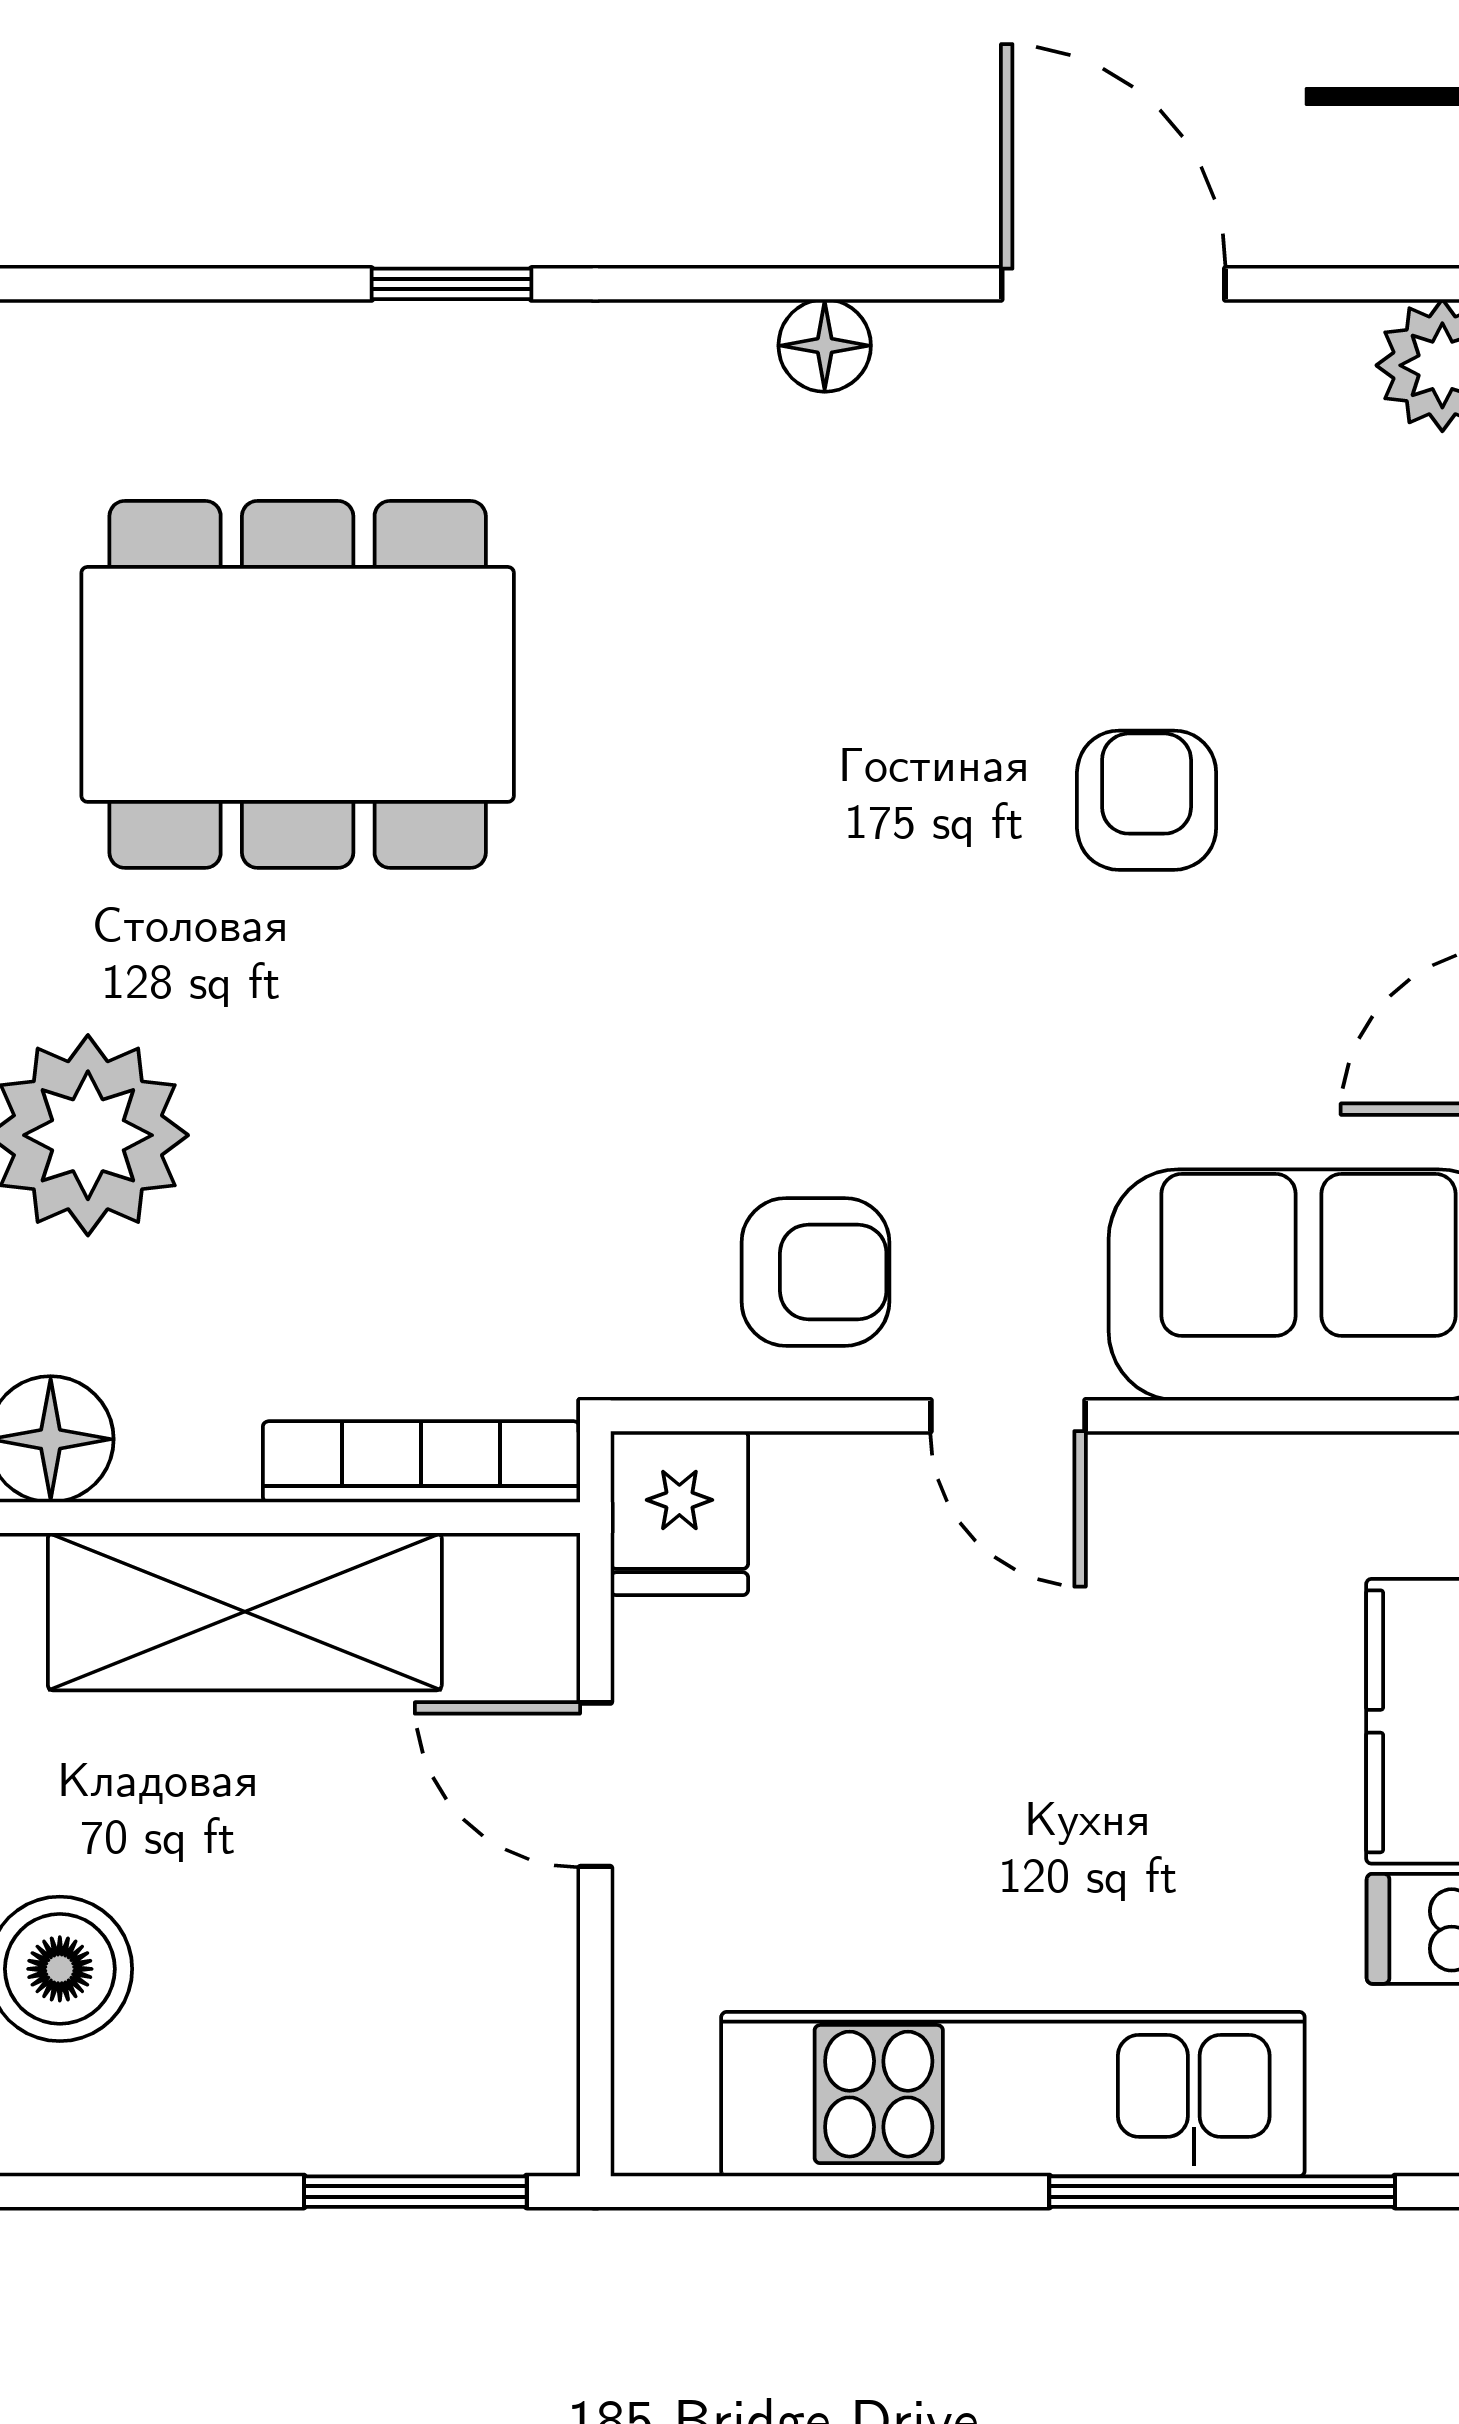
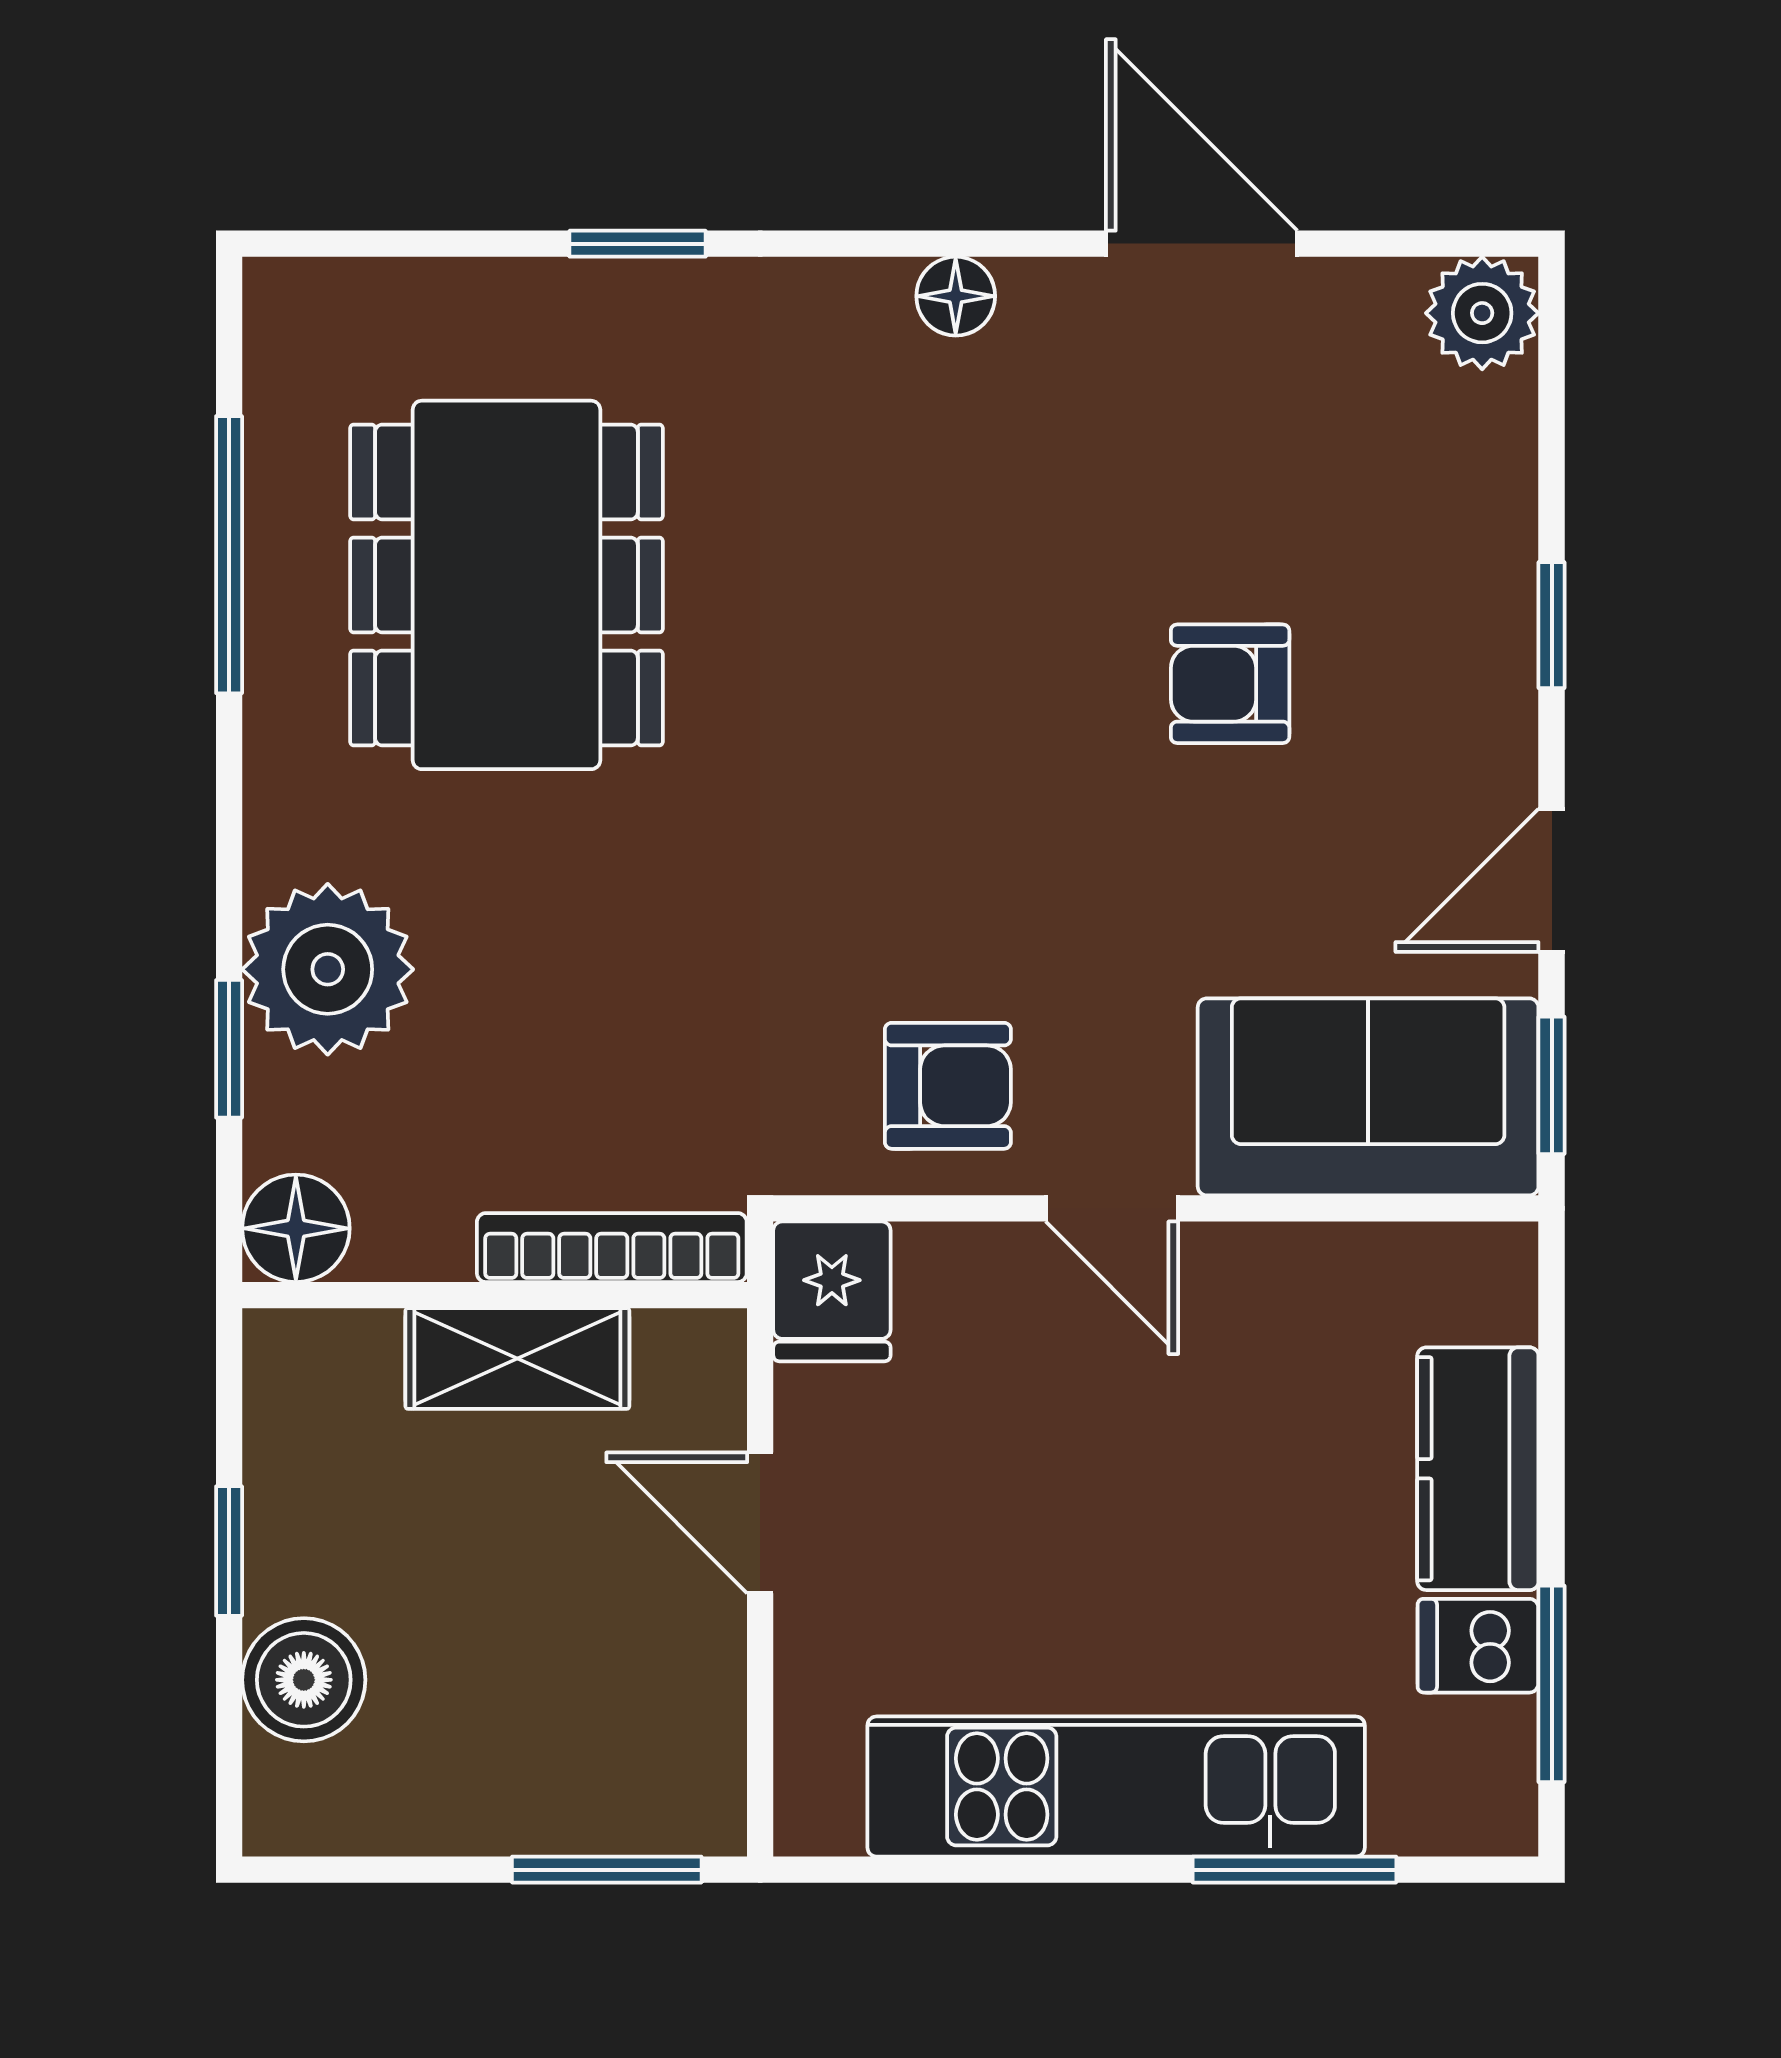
dining table: (298, 684) -> (506, 585), turned 90
armchair: (1147, 800) -> (1230, 684), turned -90
shelving: (245, 1612) -> (517, 1358), width x0.67, depth x0.75
window: (1222, 2192) -> (1294, 1870), width x0.69

